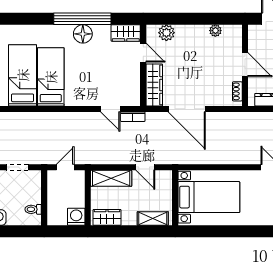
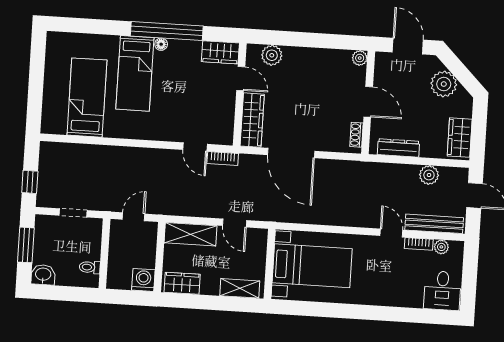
plant: (215, 31) -> (360, 58), moved
floor lamp: (83, 34) -> (161, 44), width x0.53, depth x0.53
bed: (51, 77) -> (135, 73), moved, turned 180

